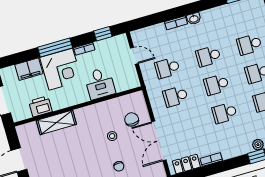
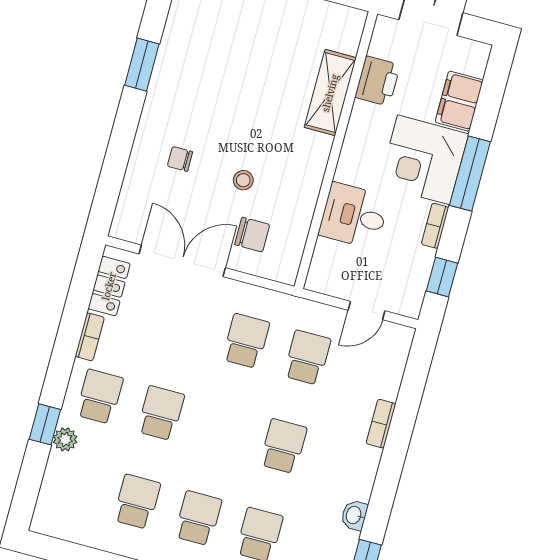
washbasin: (194, 19) -> (354, 515), moved
school desk: (216, 85) -> (100, 397), moved

